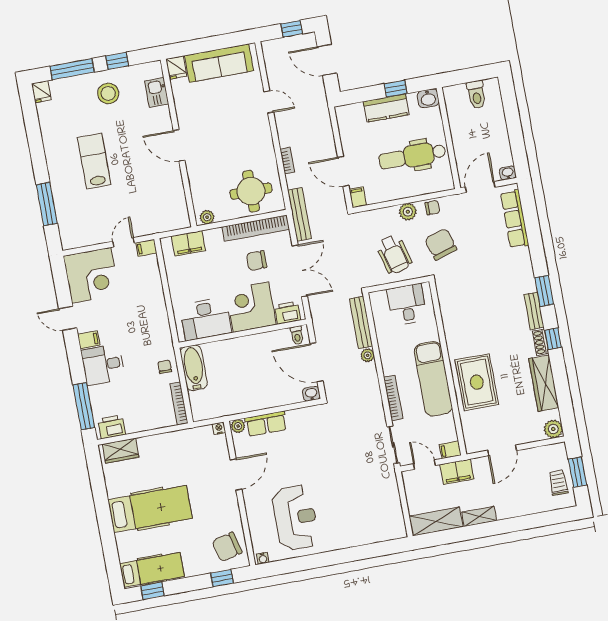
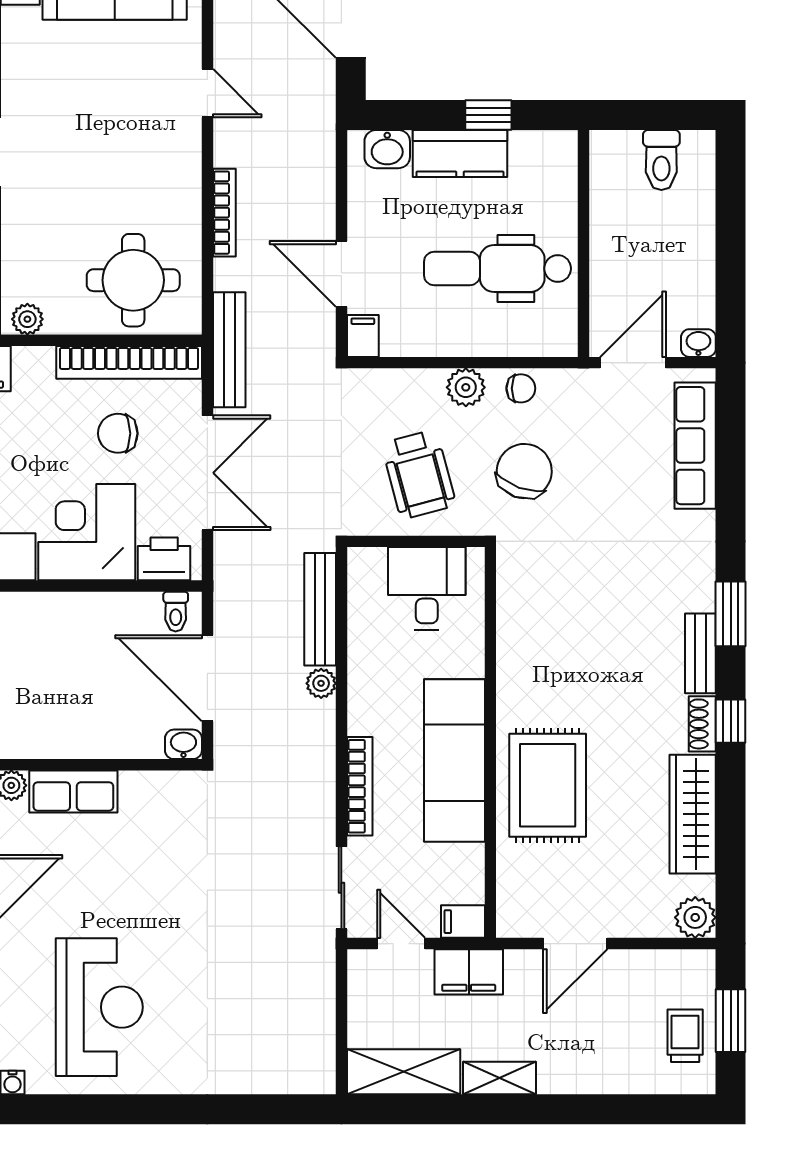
washbasin: (428, 98) -> (387, 149), moved
bookcase: (287, 161) -> (224, 213), width x1.56
chair: (441, 244) -> (524, 471), turned 37

